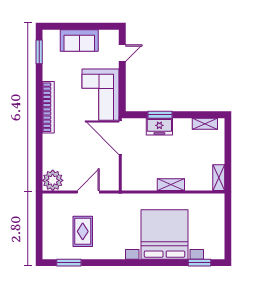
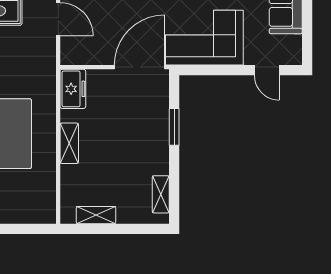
freezer: (159, 127) -> (73, 89), moved, turned 180
shelving: (219, 178) -> (96, 215), moved

